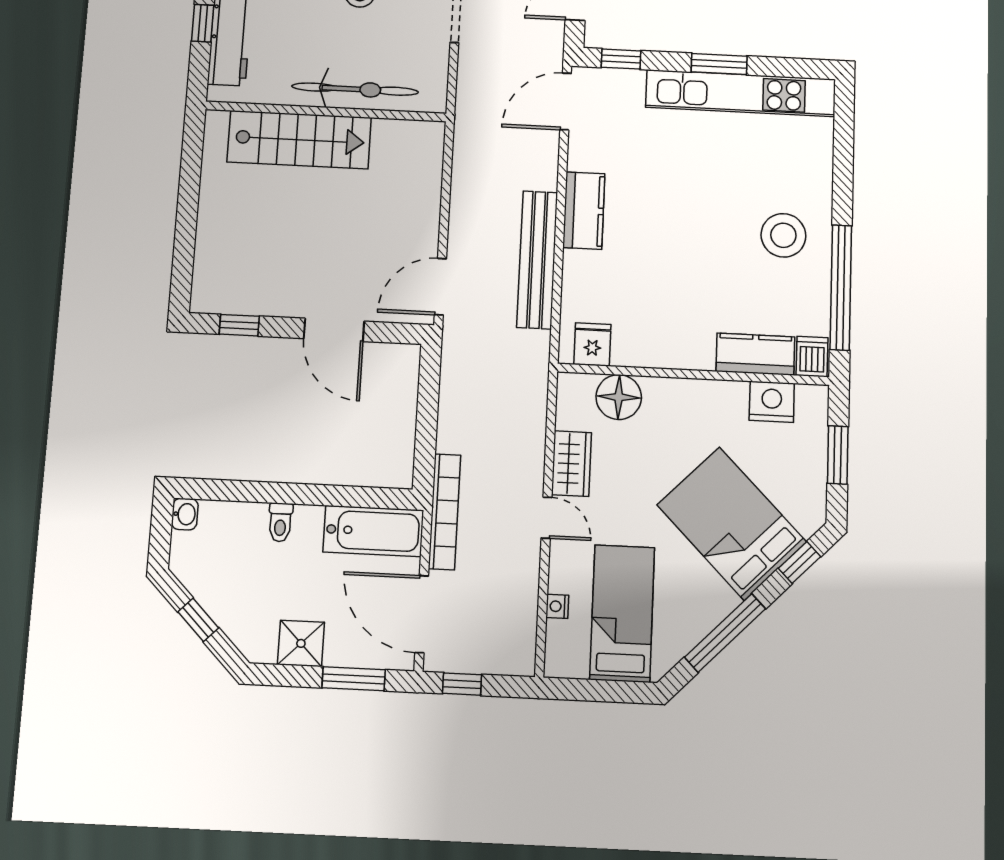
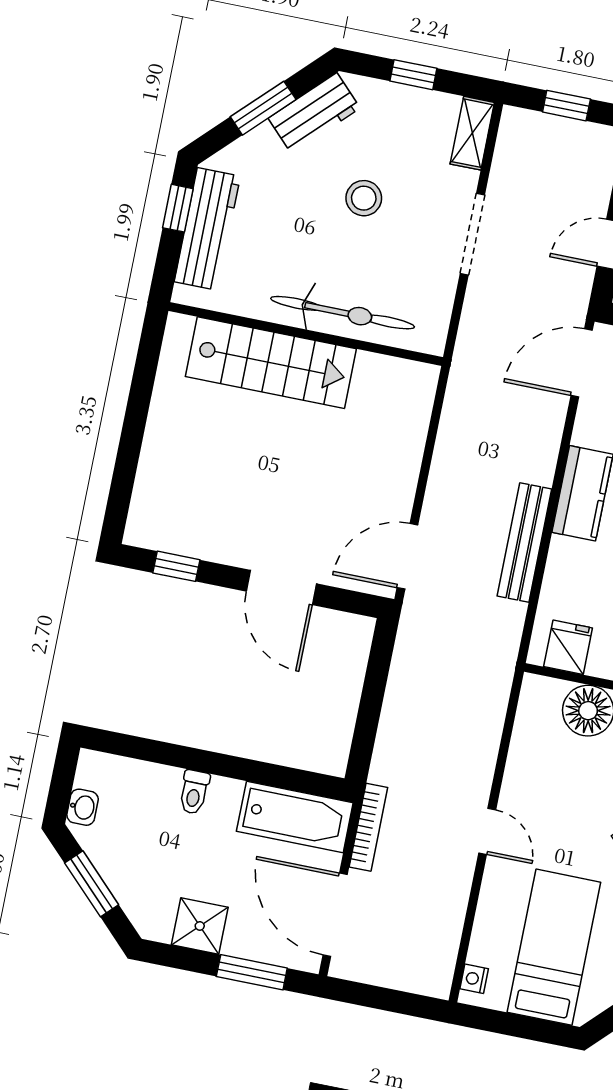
bench: (537, 260) -> (524, 543), width x0.73, depth x0.82
wardrobe: (571, 464) -> (524, 776), removed
bookcase: (444, 512) -> (368, 827), width x0.68, depth x0.76
washbasin: (185, 514) -> (83, 807), moved
nightstand: (557, 606) -> (474, 979), moved
window: (198, 620) -> (92, 884), width x1.50
window: (462, 684) -> (368, 996), removed

